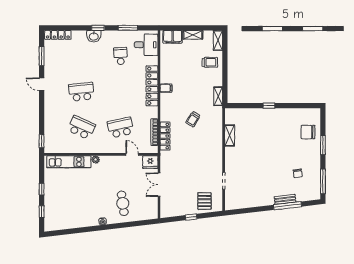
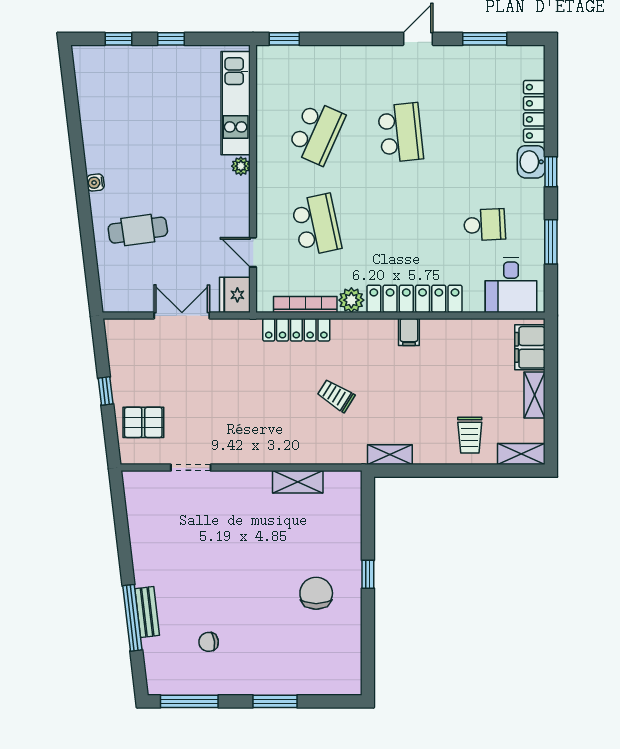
locker: (58, 35) -> (534, 111), moved
plant: (152, 113) -> (351, 300), added
chair: (308, 132) -> (316, 593), moved
door: (132, 154) -> (253, 252), swing flipped

